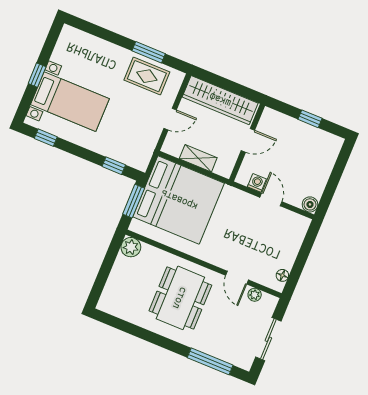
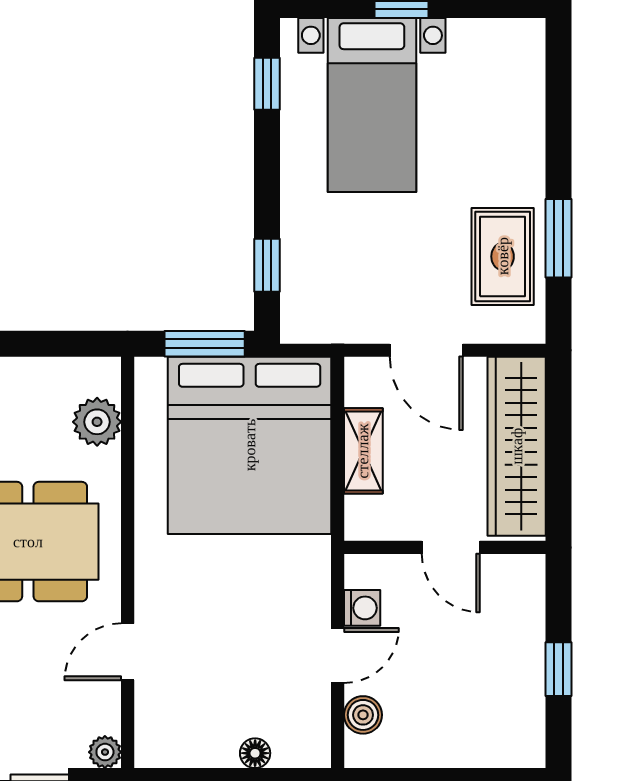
door: (170, 119) -> (426, 350), width x1.38
boiler: (310, 204) -> (363, 715), moved
plant: (131, 247) -> (97, 422), moved
floor lamp: (282, 275) -> (255, 753), moved
plant: (255, 295) -> (105, 752), moved

